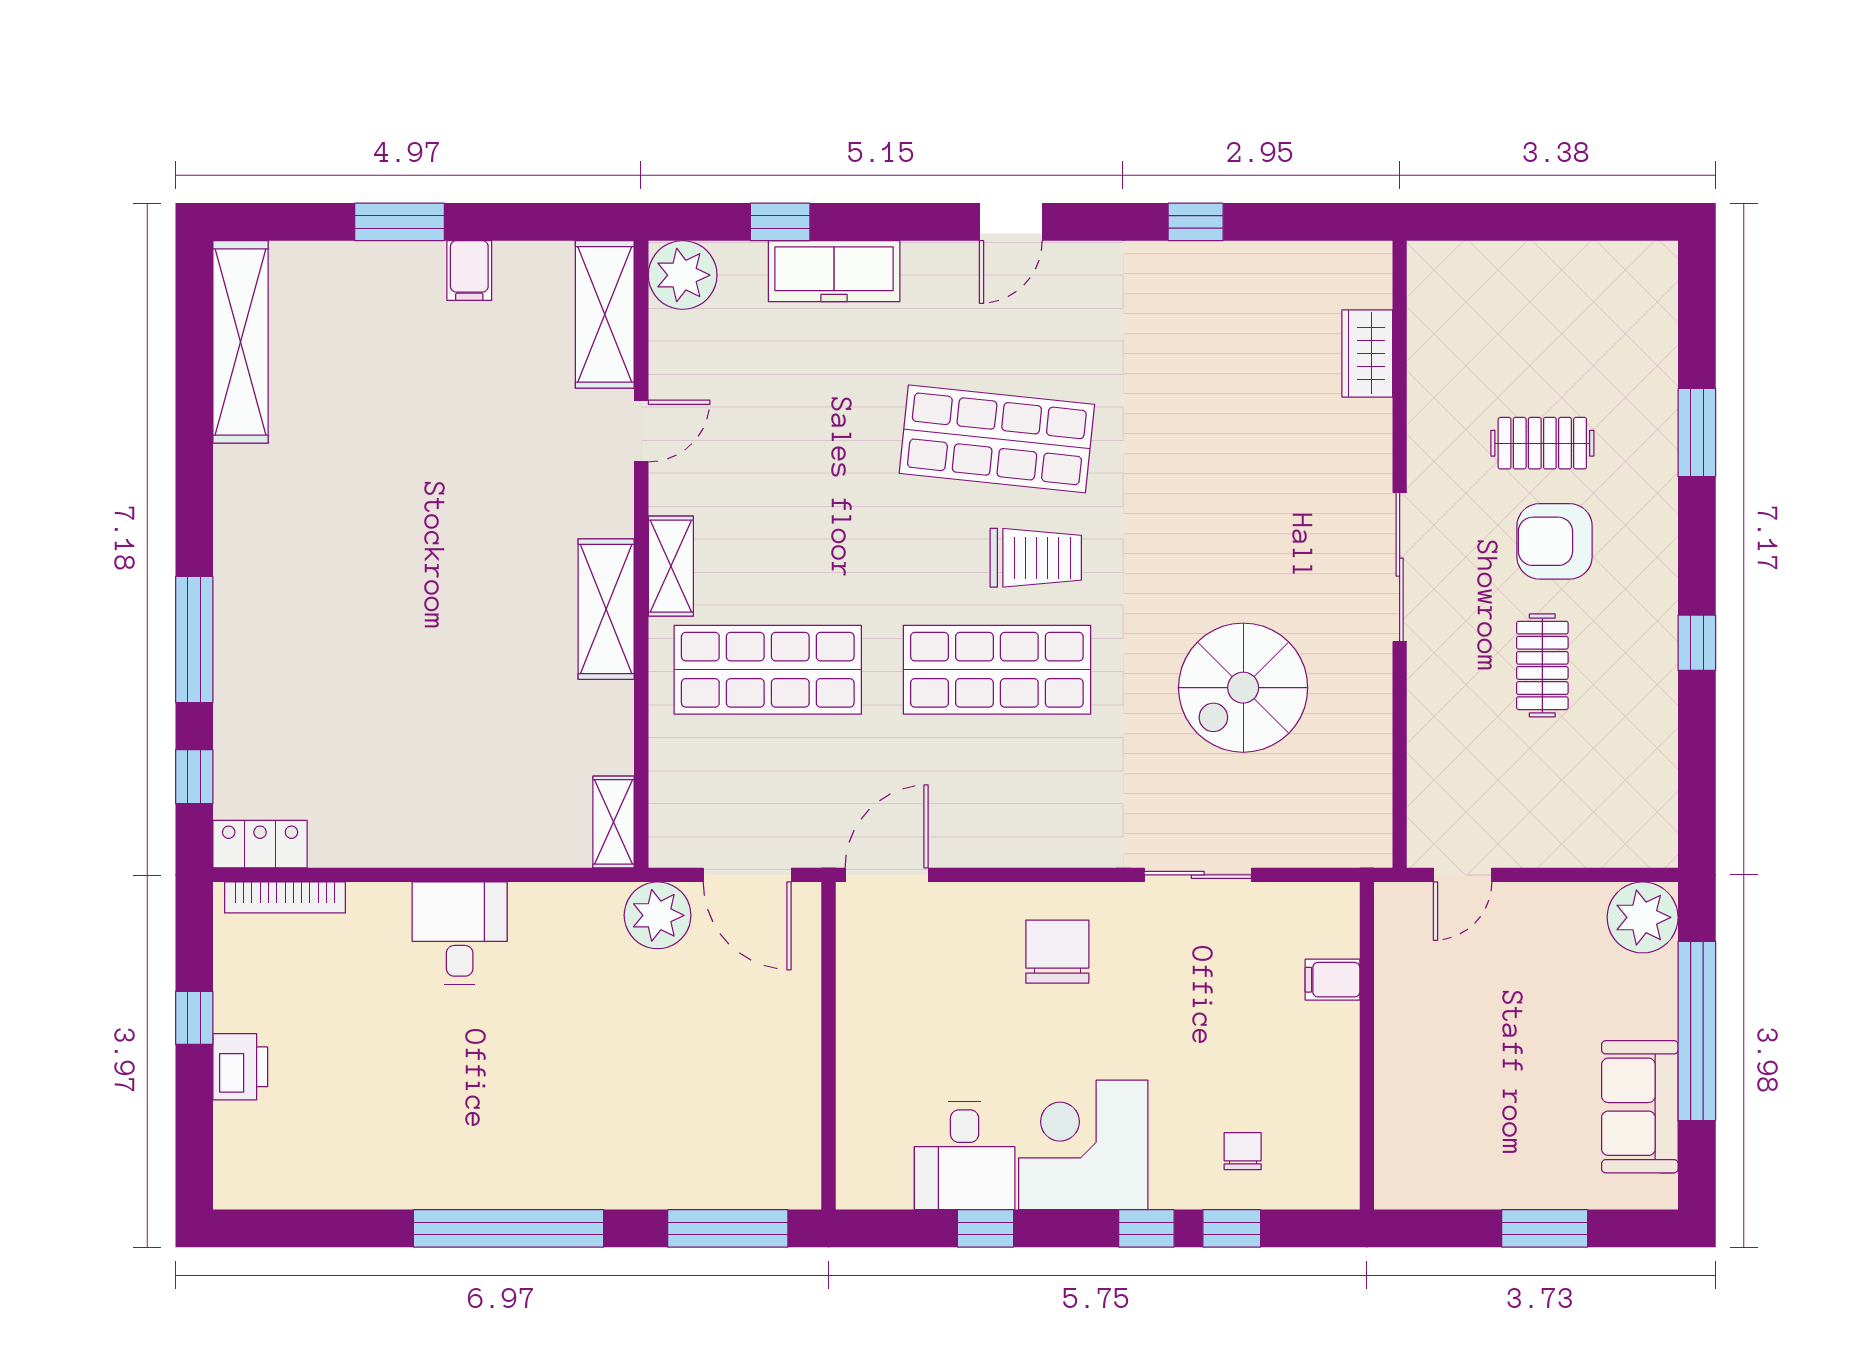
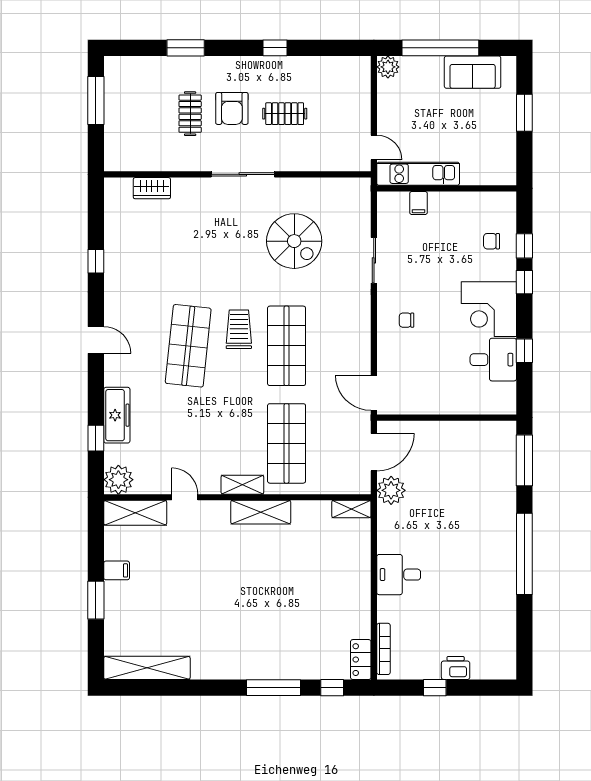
window: (1573, 222) -> (96, 101), added
plant: (1643, 917) -> (388, 67), width x0.73, depth x0.73
chair: (1057, 952) -> (407, 320), width x0.54, depth x0.54
kitchen unit: (1401, 979) -> (418, 174), added

